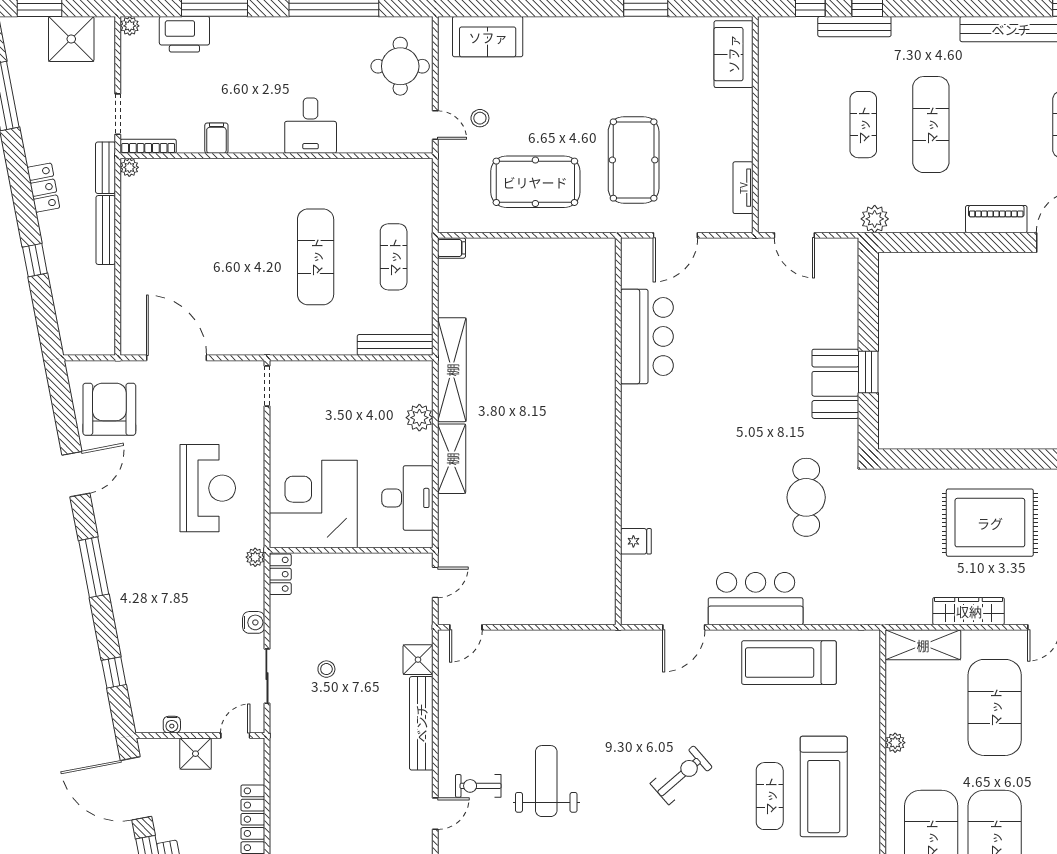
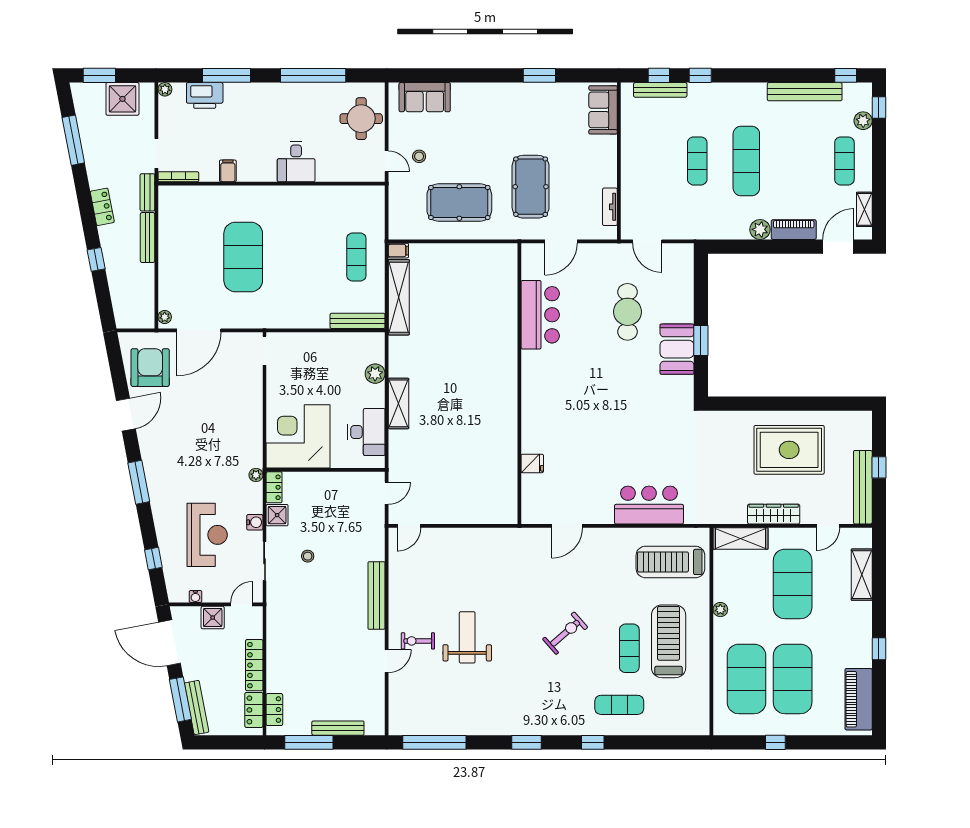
bench: (854, 27) -> (660, 90), moved
plant: (129, 167) -> (165, 317), moved
plant: (875, 219) -> (760, 229), moved
exercise mat: (316, 257) -> (243, 257), moved, width x1.47
door: (177, 358) -> (199, 330), swing flipped
shelving: (452, 370) -> (399, 297), moved
reception desk: (208, 488) -> (207, 535), moved
cafe table: (806, 497) -> (628, 312), moved
bar counter: (756, 599) -> (649, 505), moved
shower: (418, 660) -> (277, 515), moved
treadmill: (789, 663) -> (670, 562), moved
treadmill: (824, 786) -> (669, 641), turned 180

